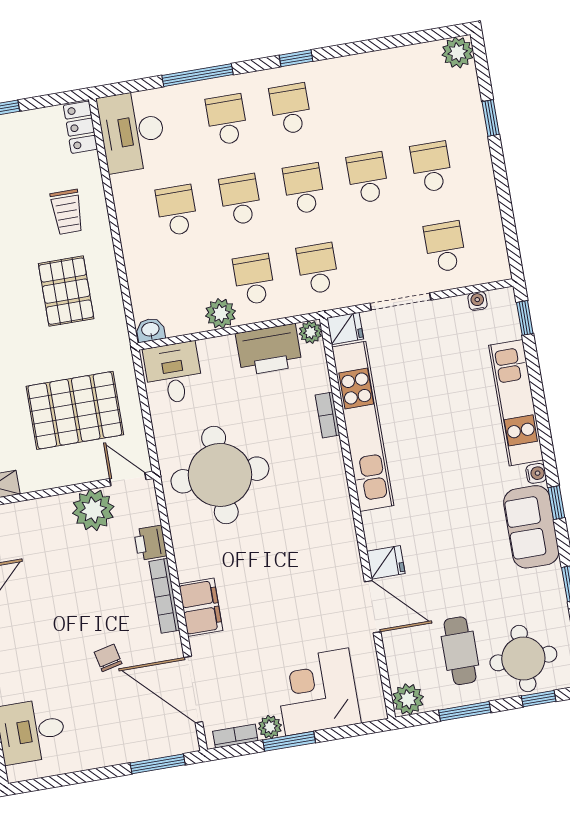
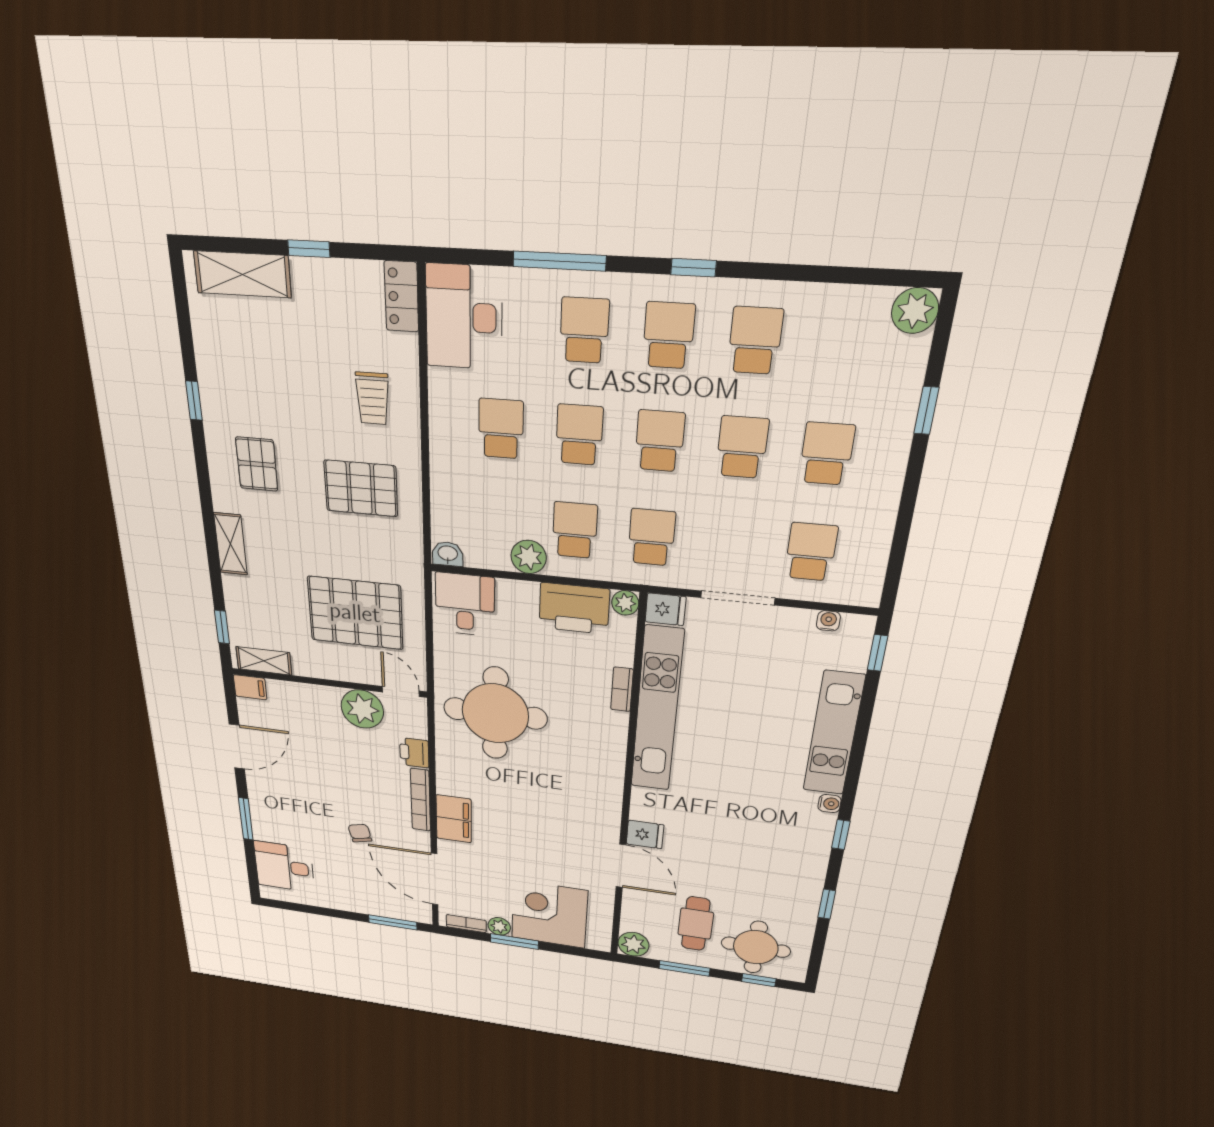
school desk: (354, 98) -> (755, 341), added
pallet: (66, 291) -> (361, 488), turned 90
sofa: (531, 527) -> (806, 847), removed

